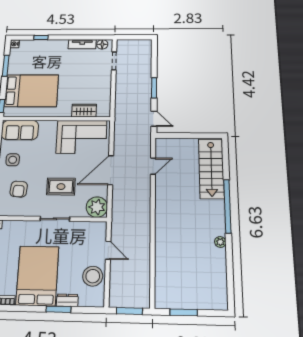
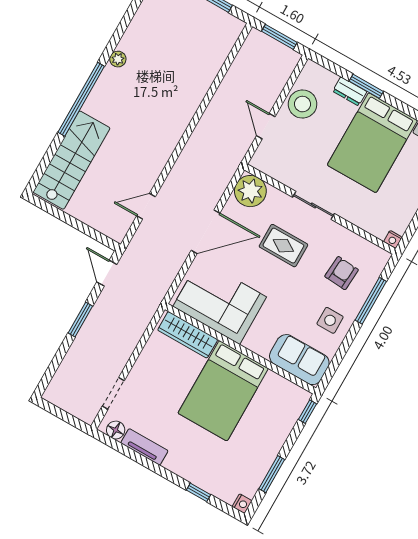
bed: (31, 91) -> (223, 391), moved, turned -90
wardrobe: (84, 111) -> (188, 335), width x1.50

